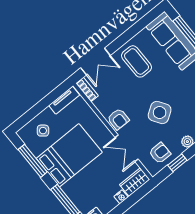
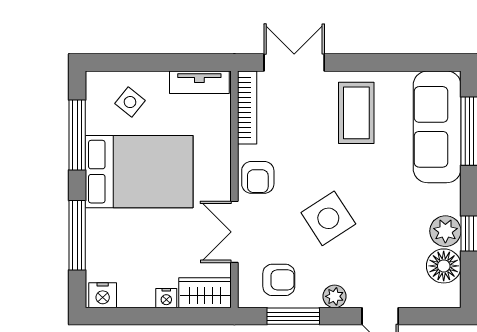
double door: (95, 62) -> (294, 63), swing flipped
bookcase: (87, 90) -> (247, 108), width x1.56
window: (177, 163) -> (293, 316), width x1.50

